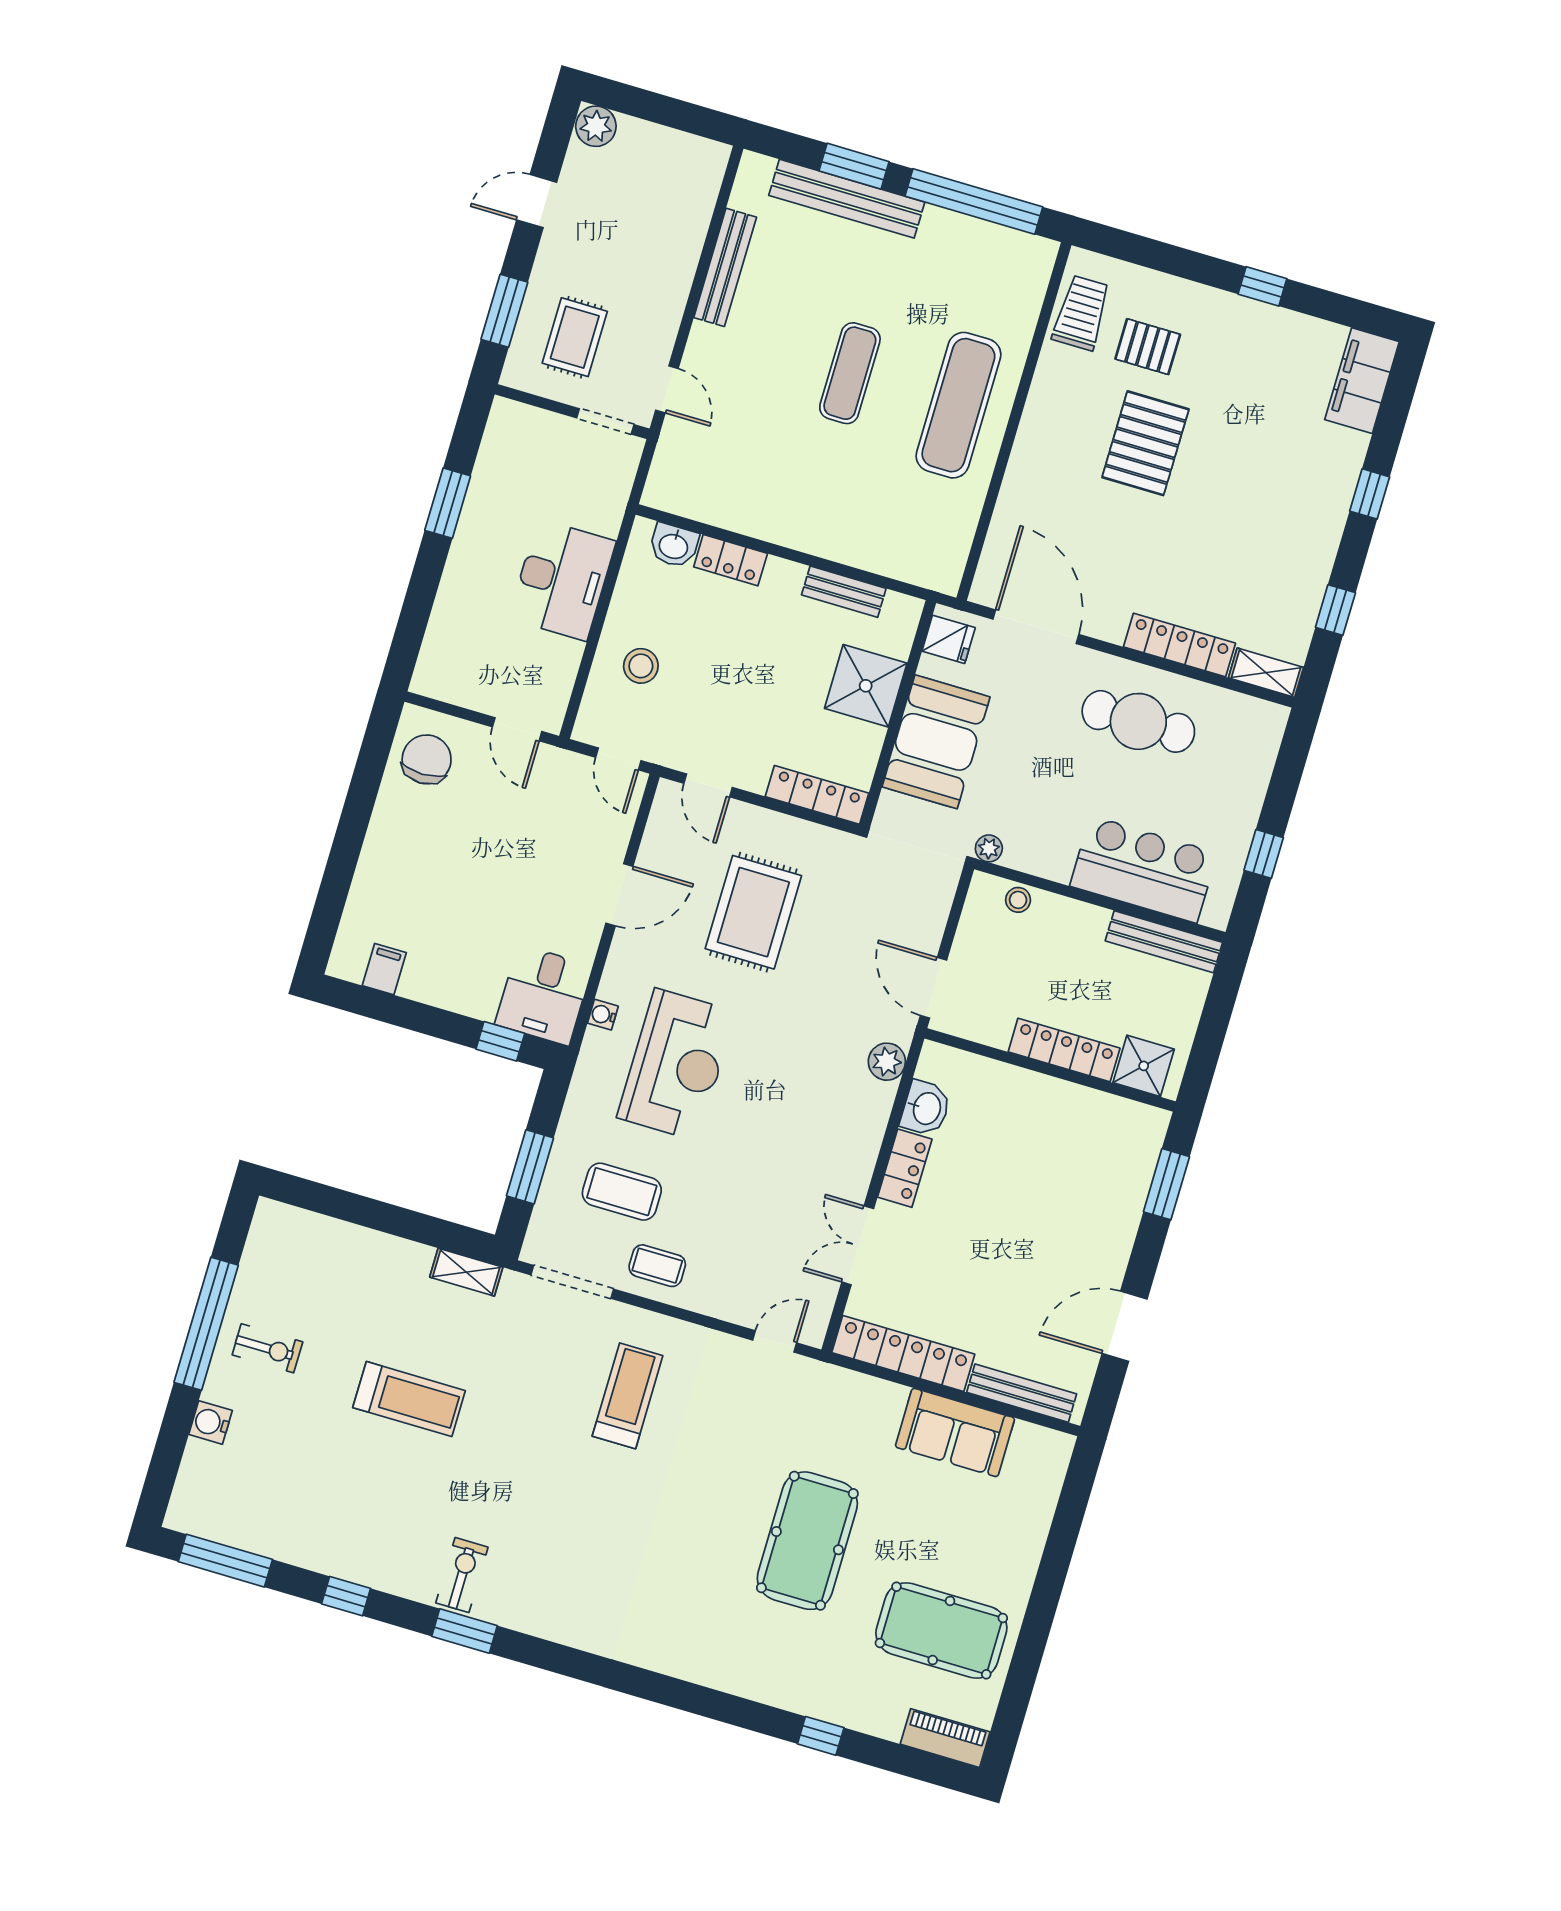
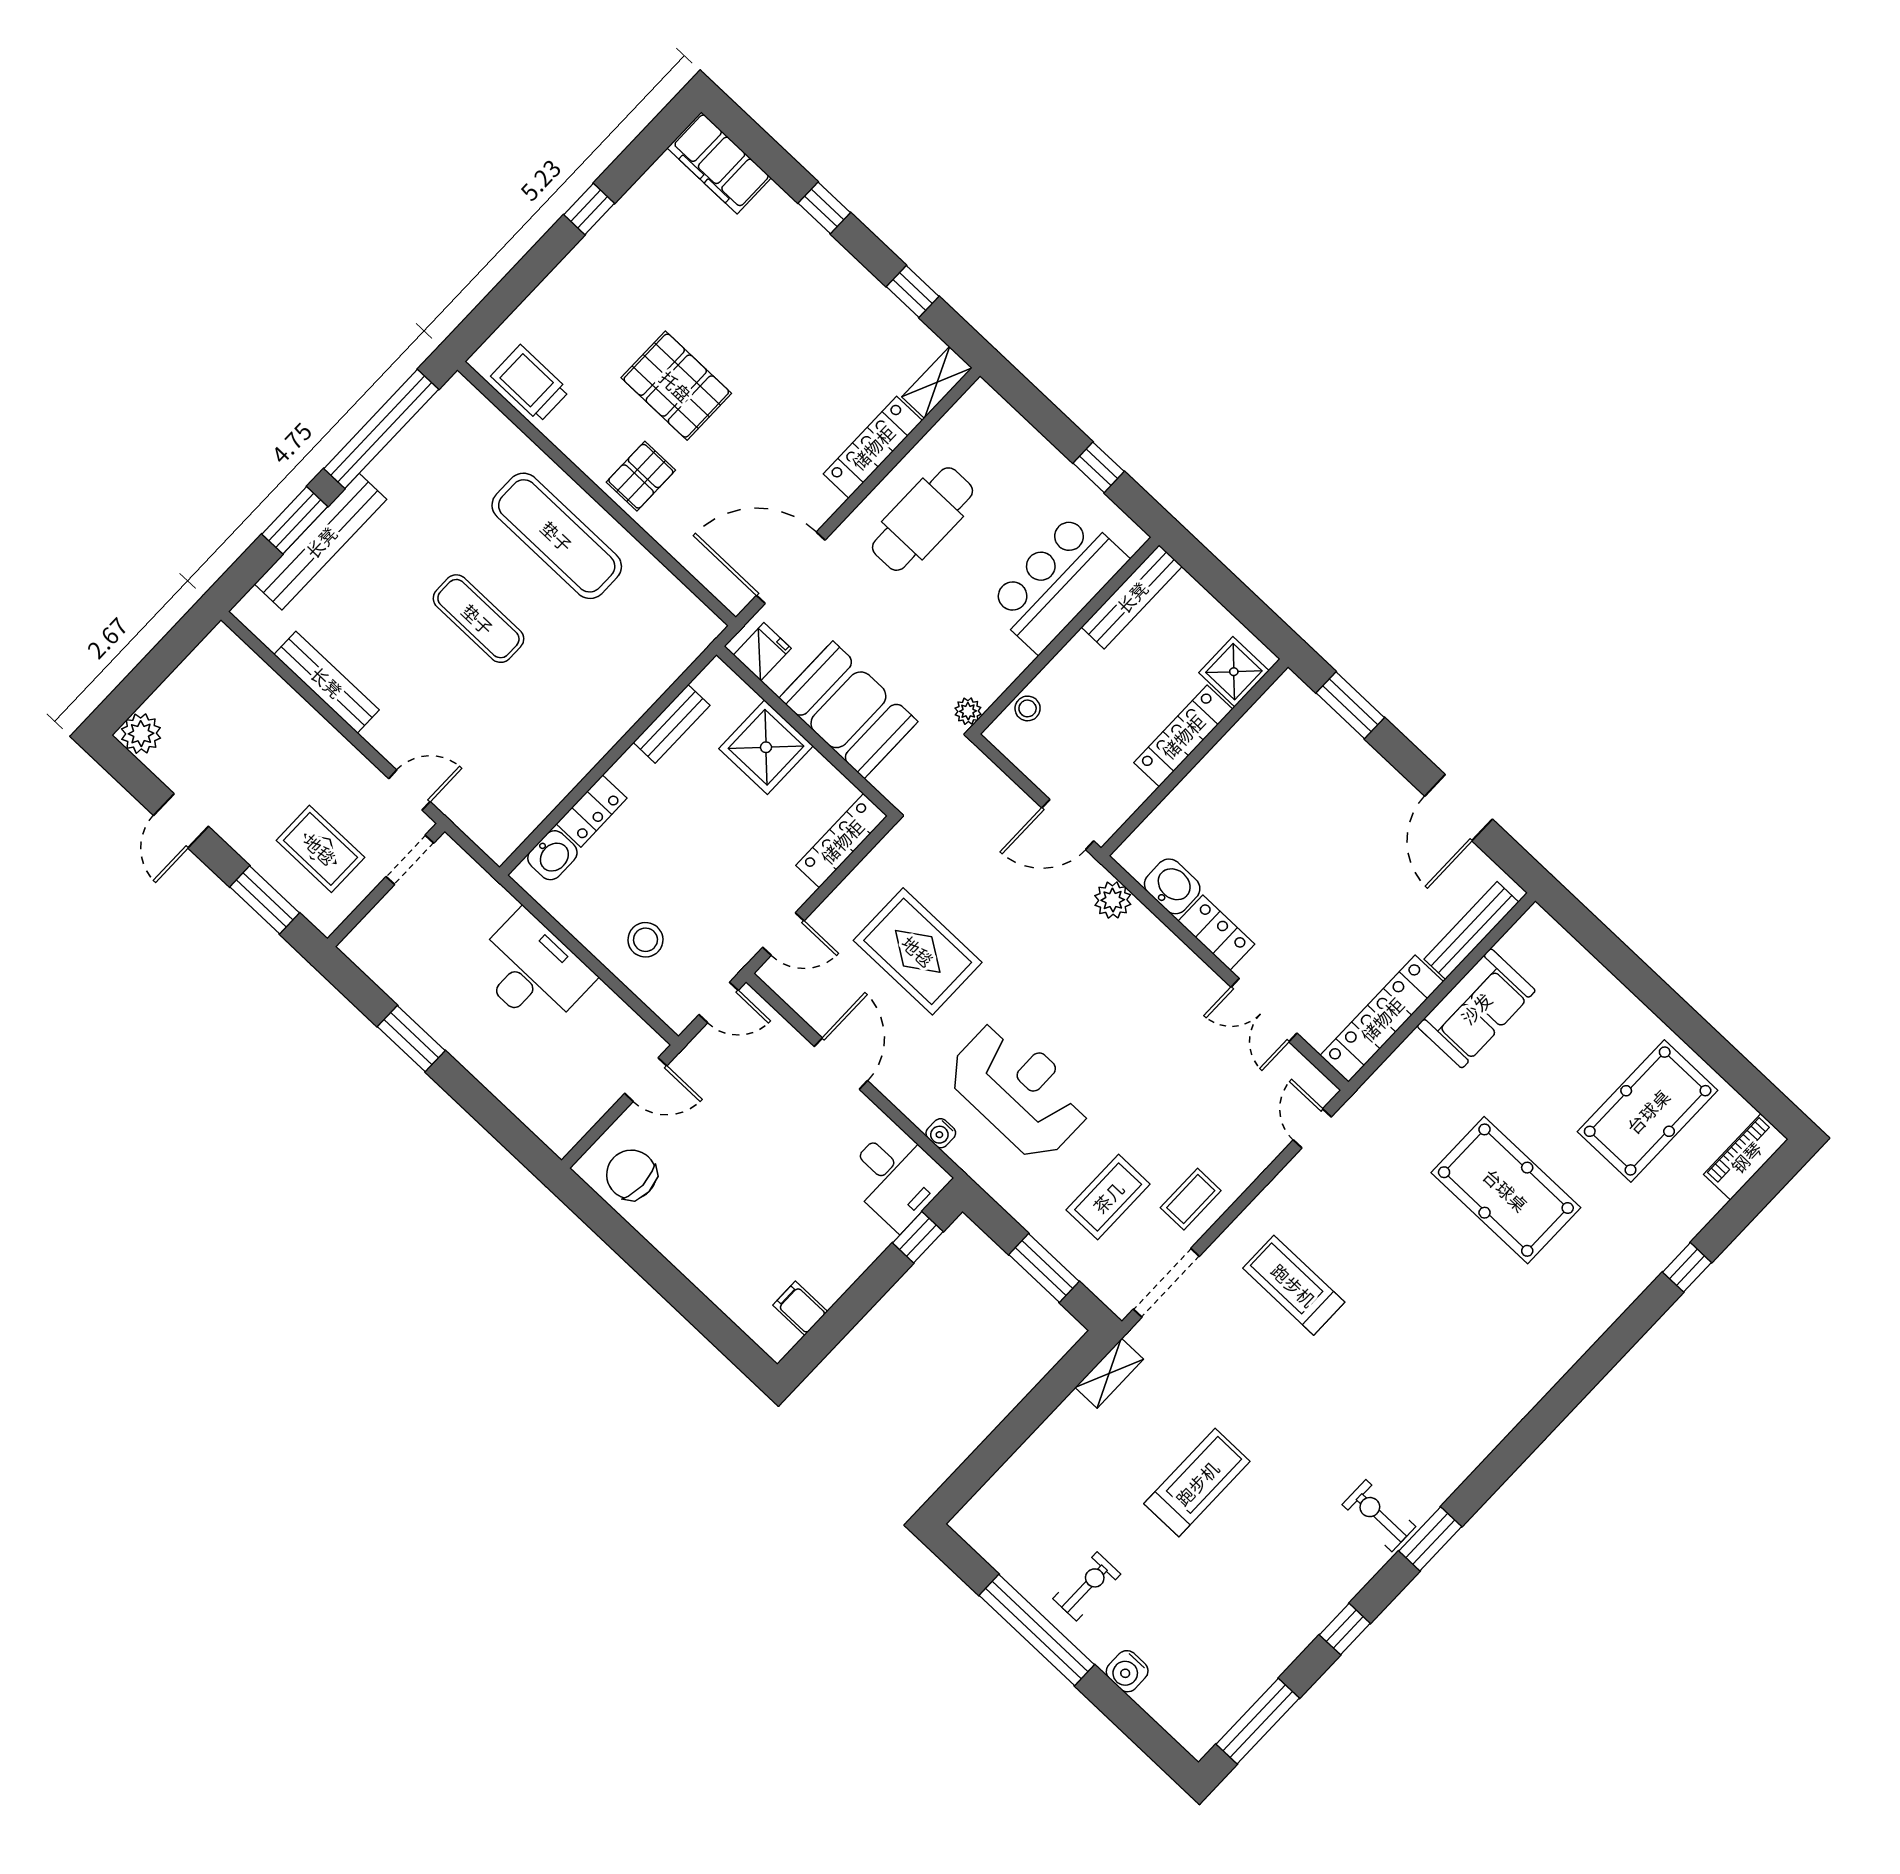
pallet: (1148, 347) -> (641, 476), moved

